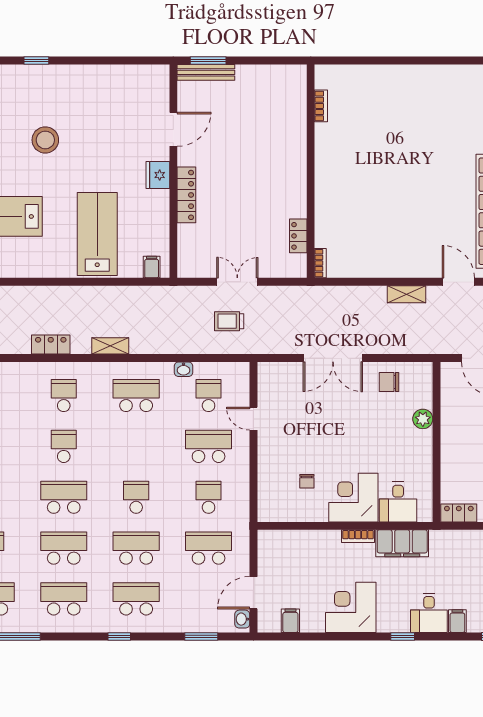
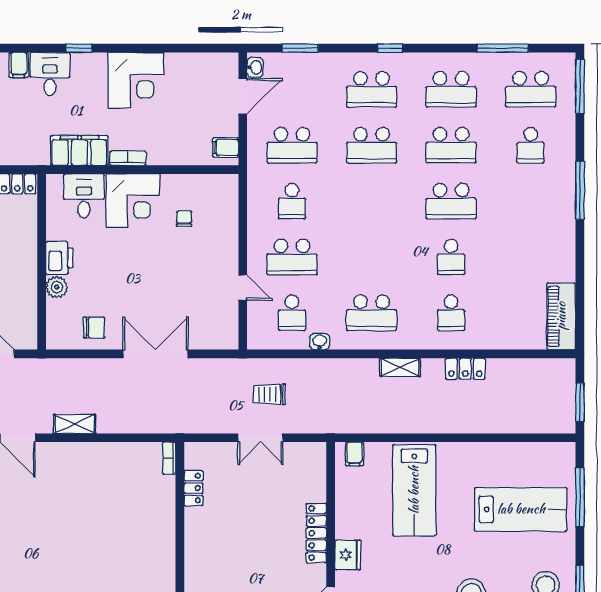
trolley: (229, 321) -> (269, 394), turned 180
printer: (420, 445) -> (60, 258), added
school desk: (136, 497) -> (372, 201), removed
filing cabinet: (290, 621) -> (225, 148), moved, turned 90

